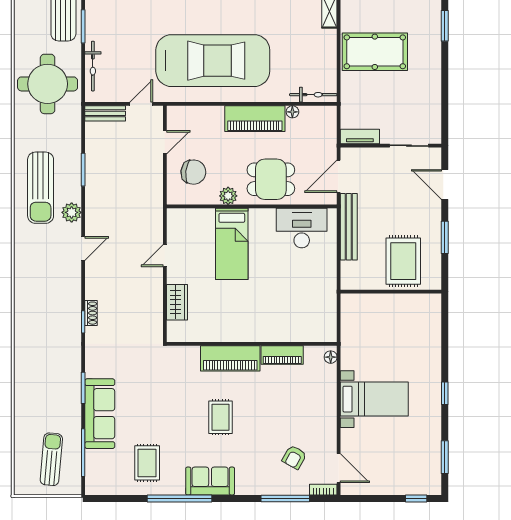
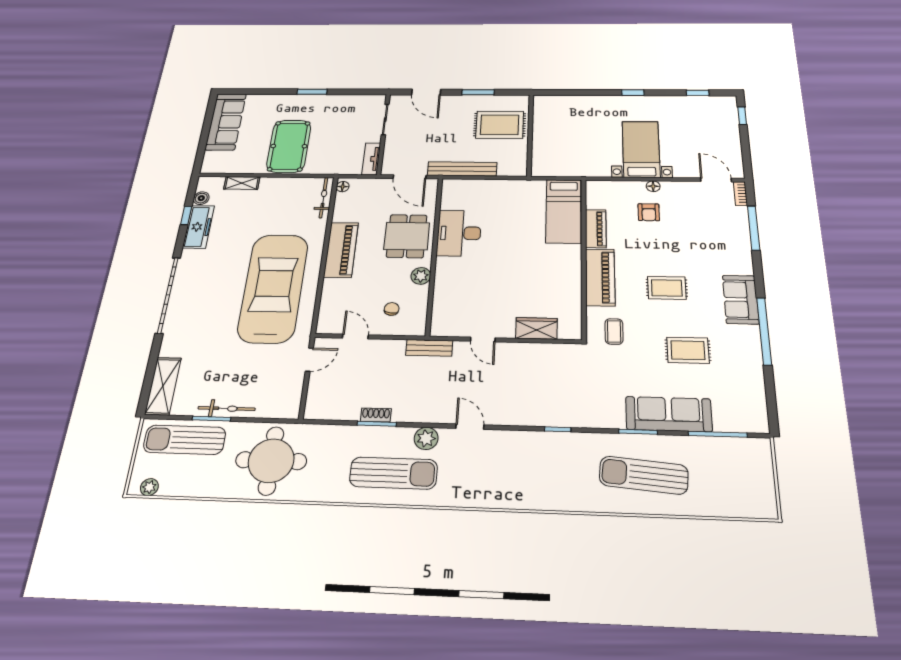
window: (445, 26) -> (312, 92), moved
bicycle: (93, 66) -> (227, 409), moved
door: (141, 104) -> (309, 360), swing flipped
floor lamp: (292, 112) -> (343, 187), moved
bench: (105, 113) -> (429, 348), moved, turned 90
chair: (193, 172) -> (392, 309), width x0.54, depth x0.54
door: (445, 184) -> (426, 92), hinge flipped
desk: (302, 228) -> (459, 233), moved
bed: (232, 244) -> (564, 211), moved, turned 90
shoe rack: (91, 313) -> (376, 415), moved
floor lamp: (331, 357) -> (653, 186), moved
coffee table: (176, 370) -> (614, 331), added
armchair: (294, 457) -> (649, 212), moved, turned 61
window: (445, 457) -> (698, 93), width x0.67
sun lounger: (51, 459) -> (644, 475), moved, width x1.36, depth x1.34
rug: (147, 463) -> (688, 350), moved
door: (339, 468) -> (716, 180), hinge flipped

